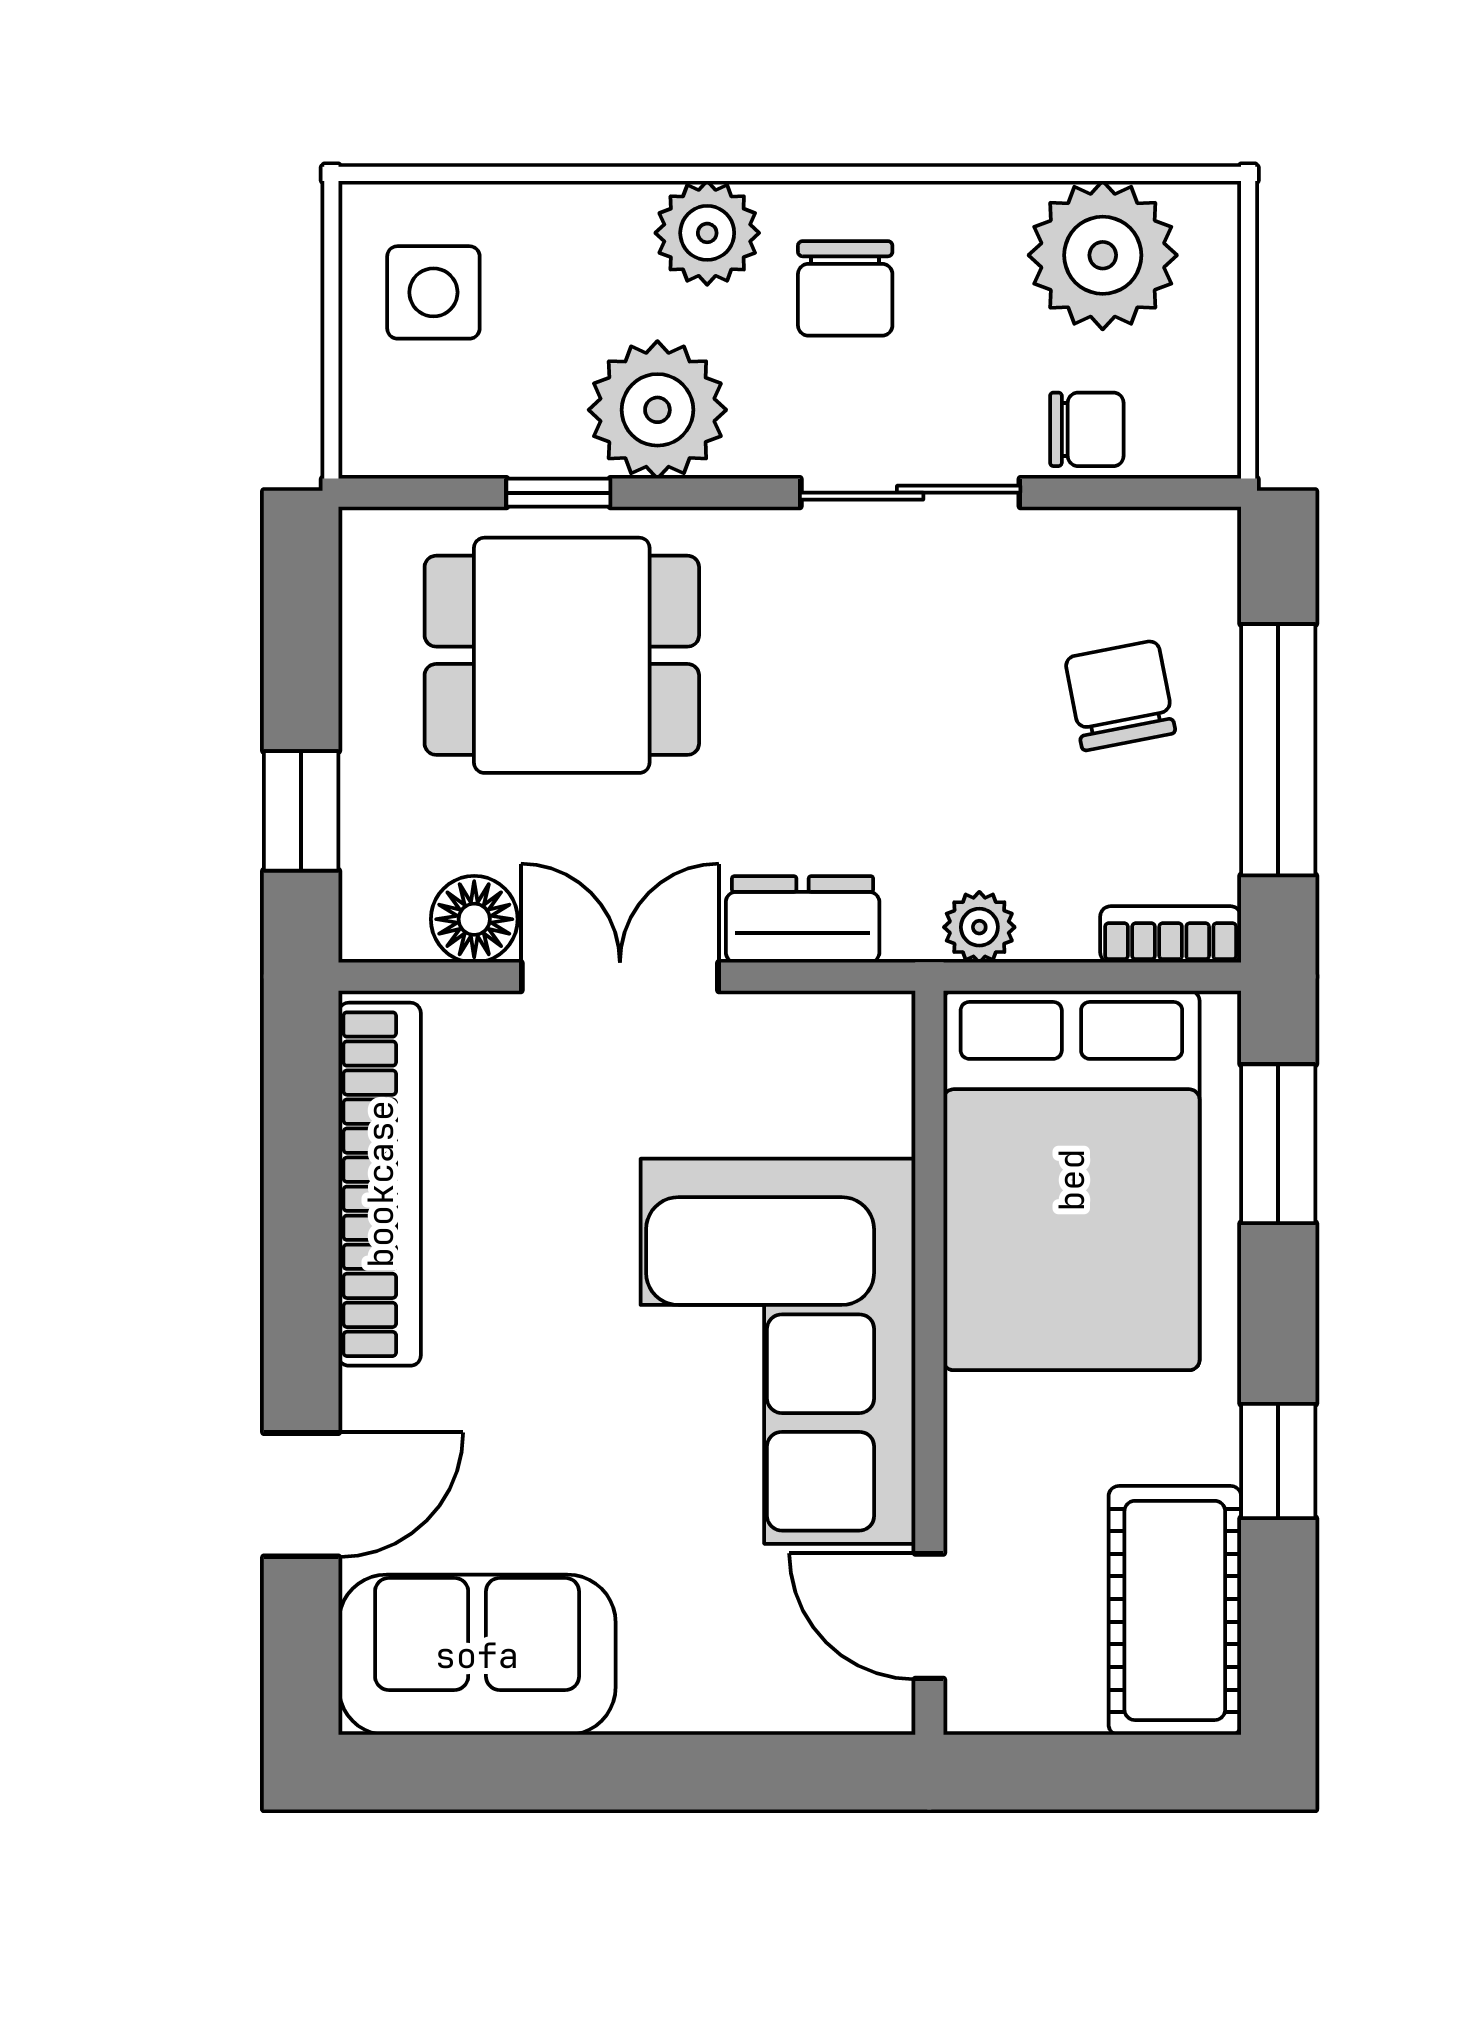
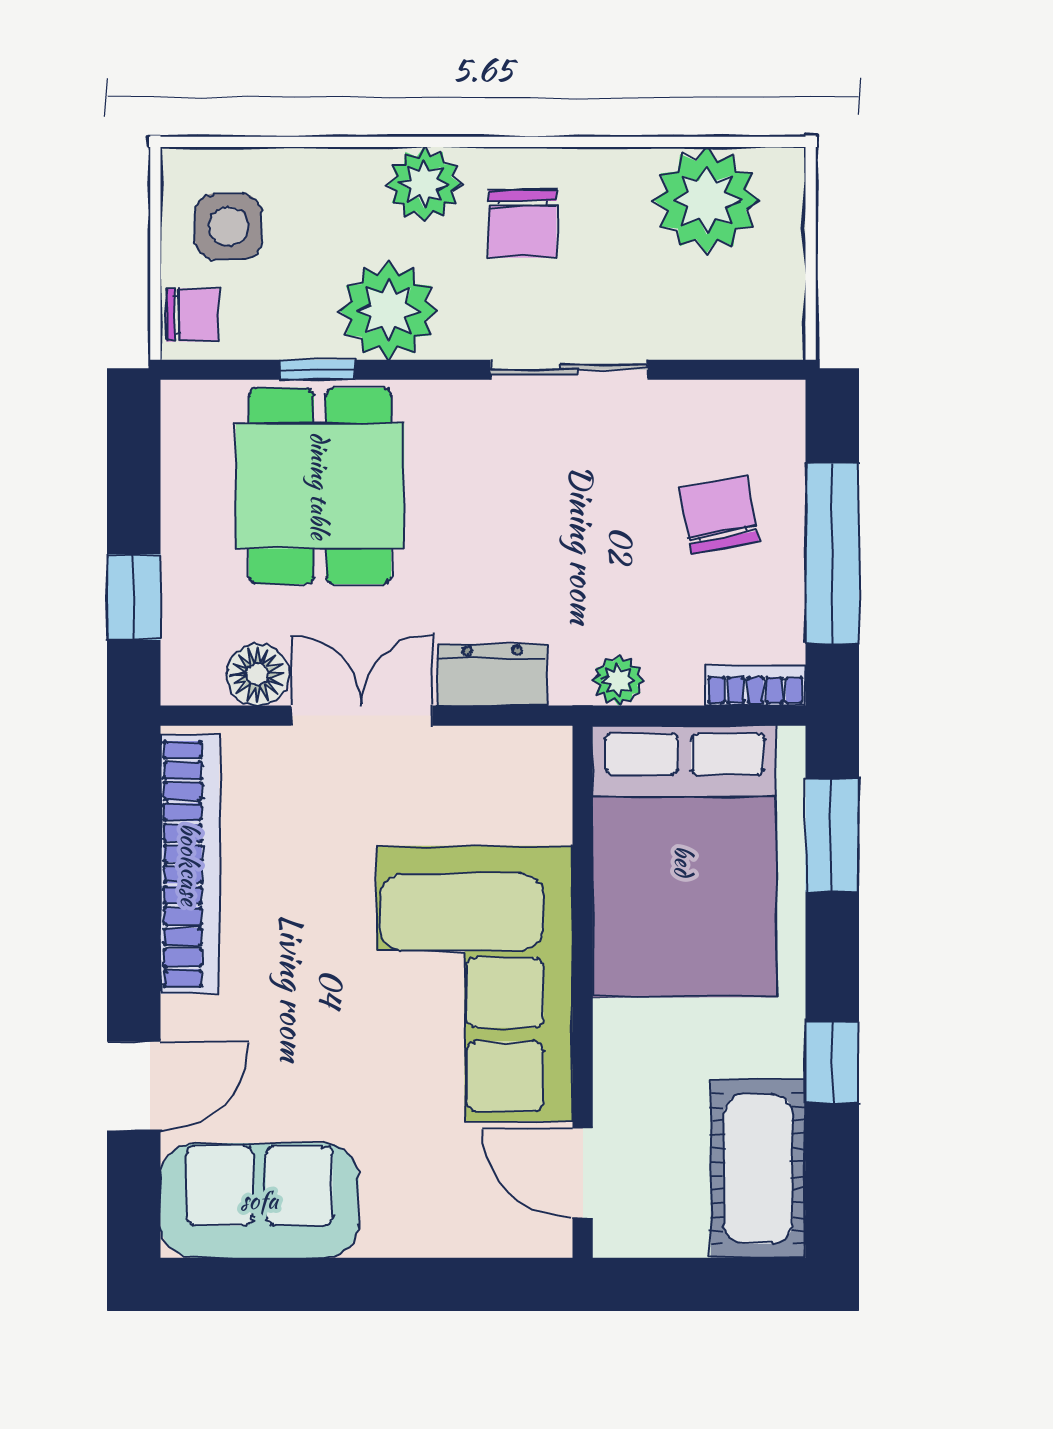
chair: (1087, 429) -> (193, 315), moved
dining table: (562, 655) -> (320, 486), turned 90

